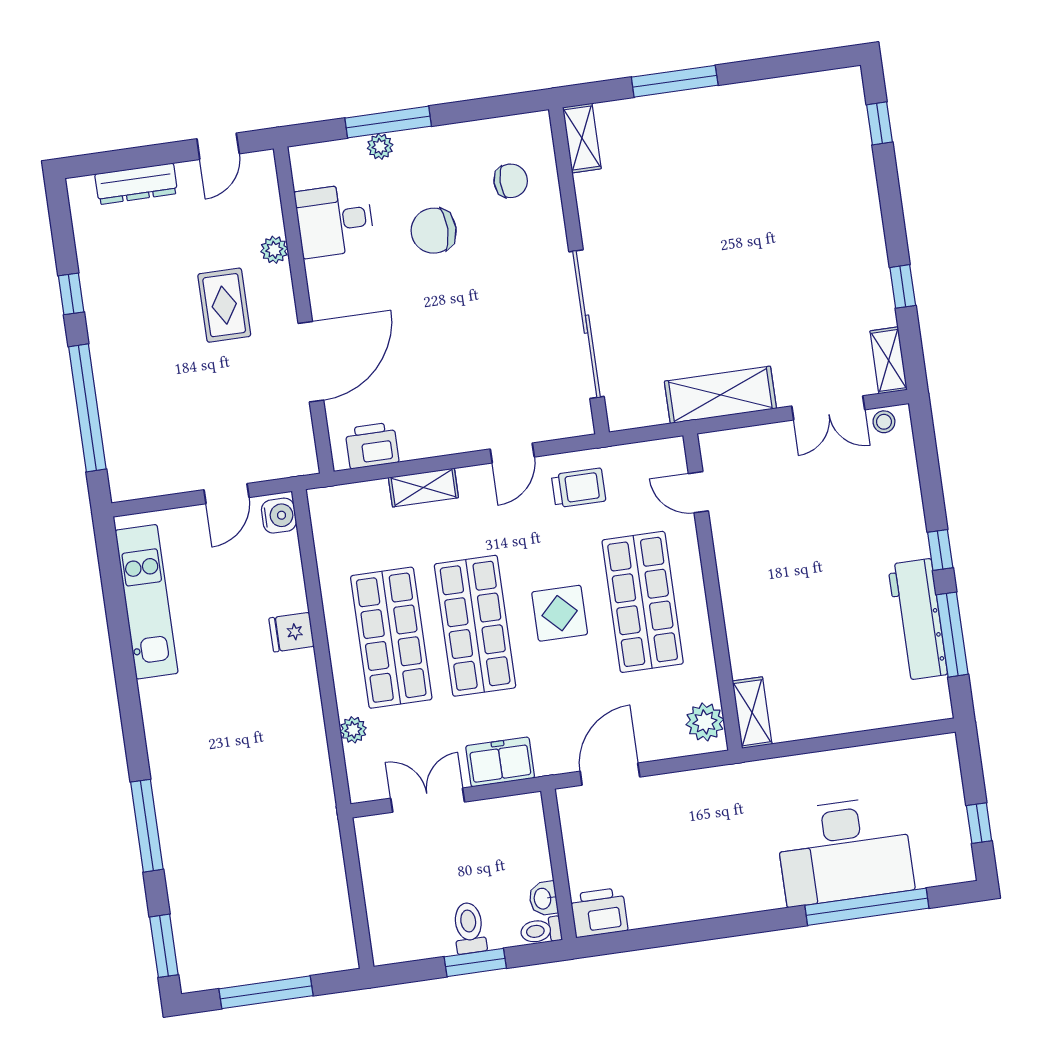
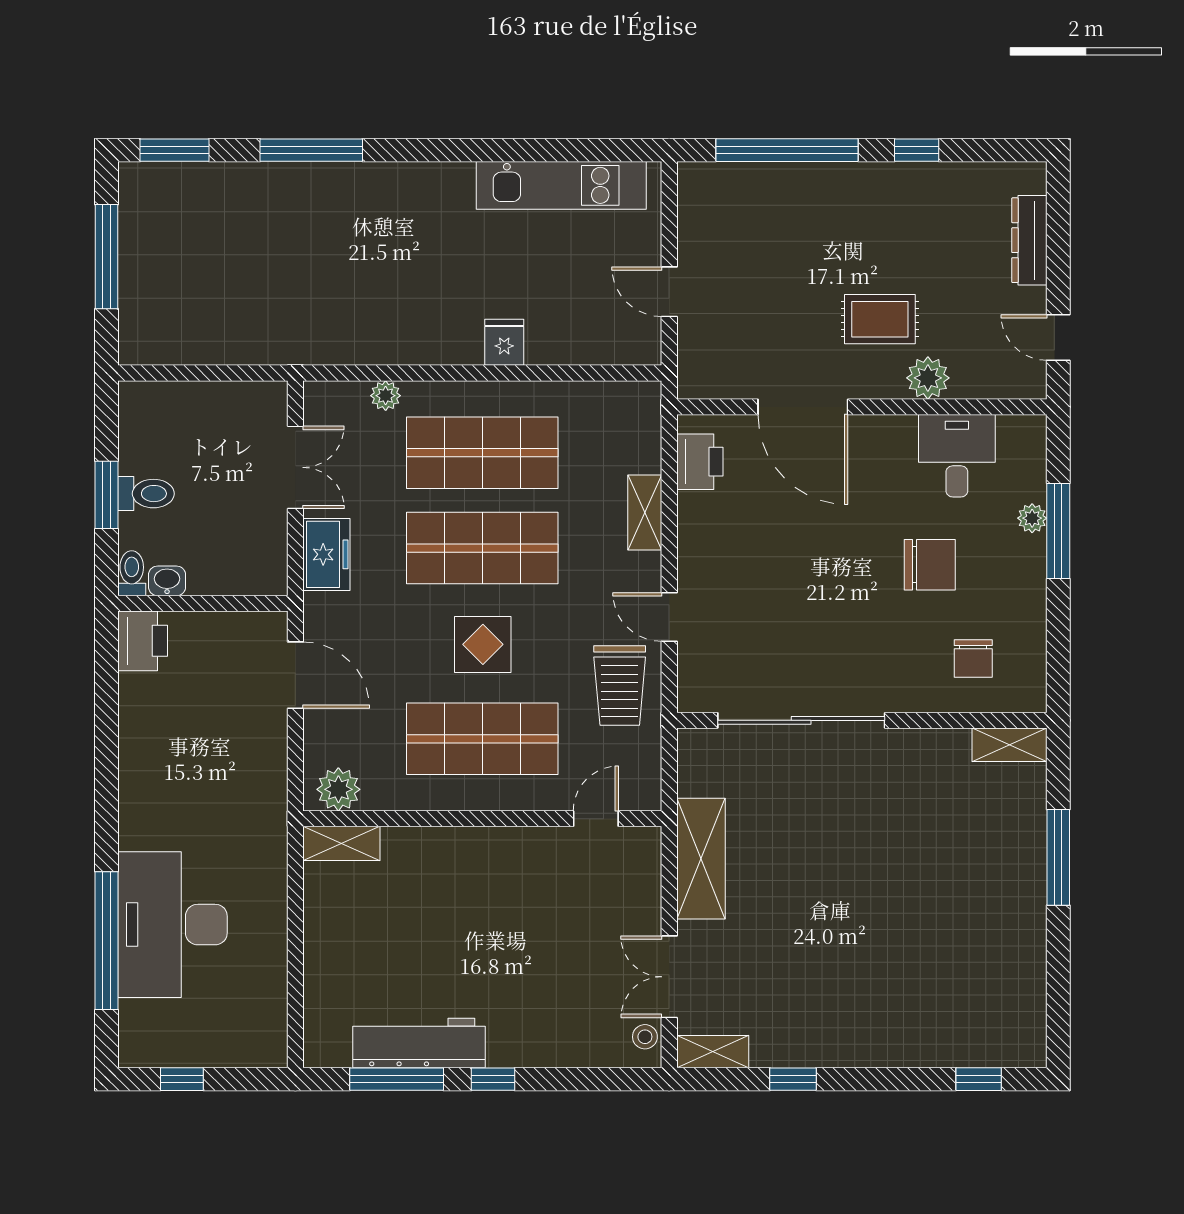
chair: (434, 231) -> (930, 565), turned 90
plant: (274, 250) -> (928, 378), width x1.38, depth x1.38
trolley: (579, 488) -> (620, 686), width x1.36, depth x1.39
water cooler: (279, 516) -> (636, 347), removed

